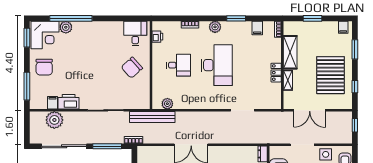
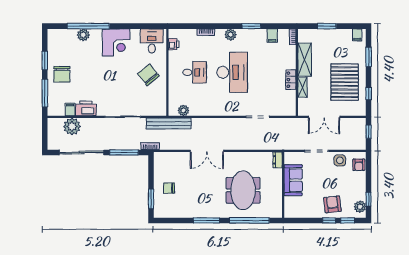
corner desk: (45, 35) -> (116, 42), moved
window: (27, 38) -> (45, 60), moved
chair: (132, 68) -> (148, 75), turned 93

